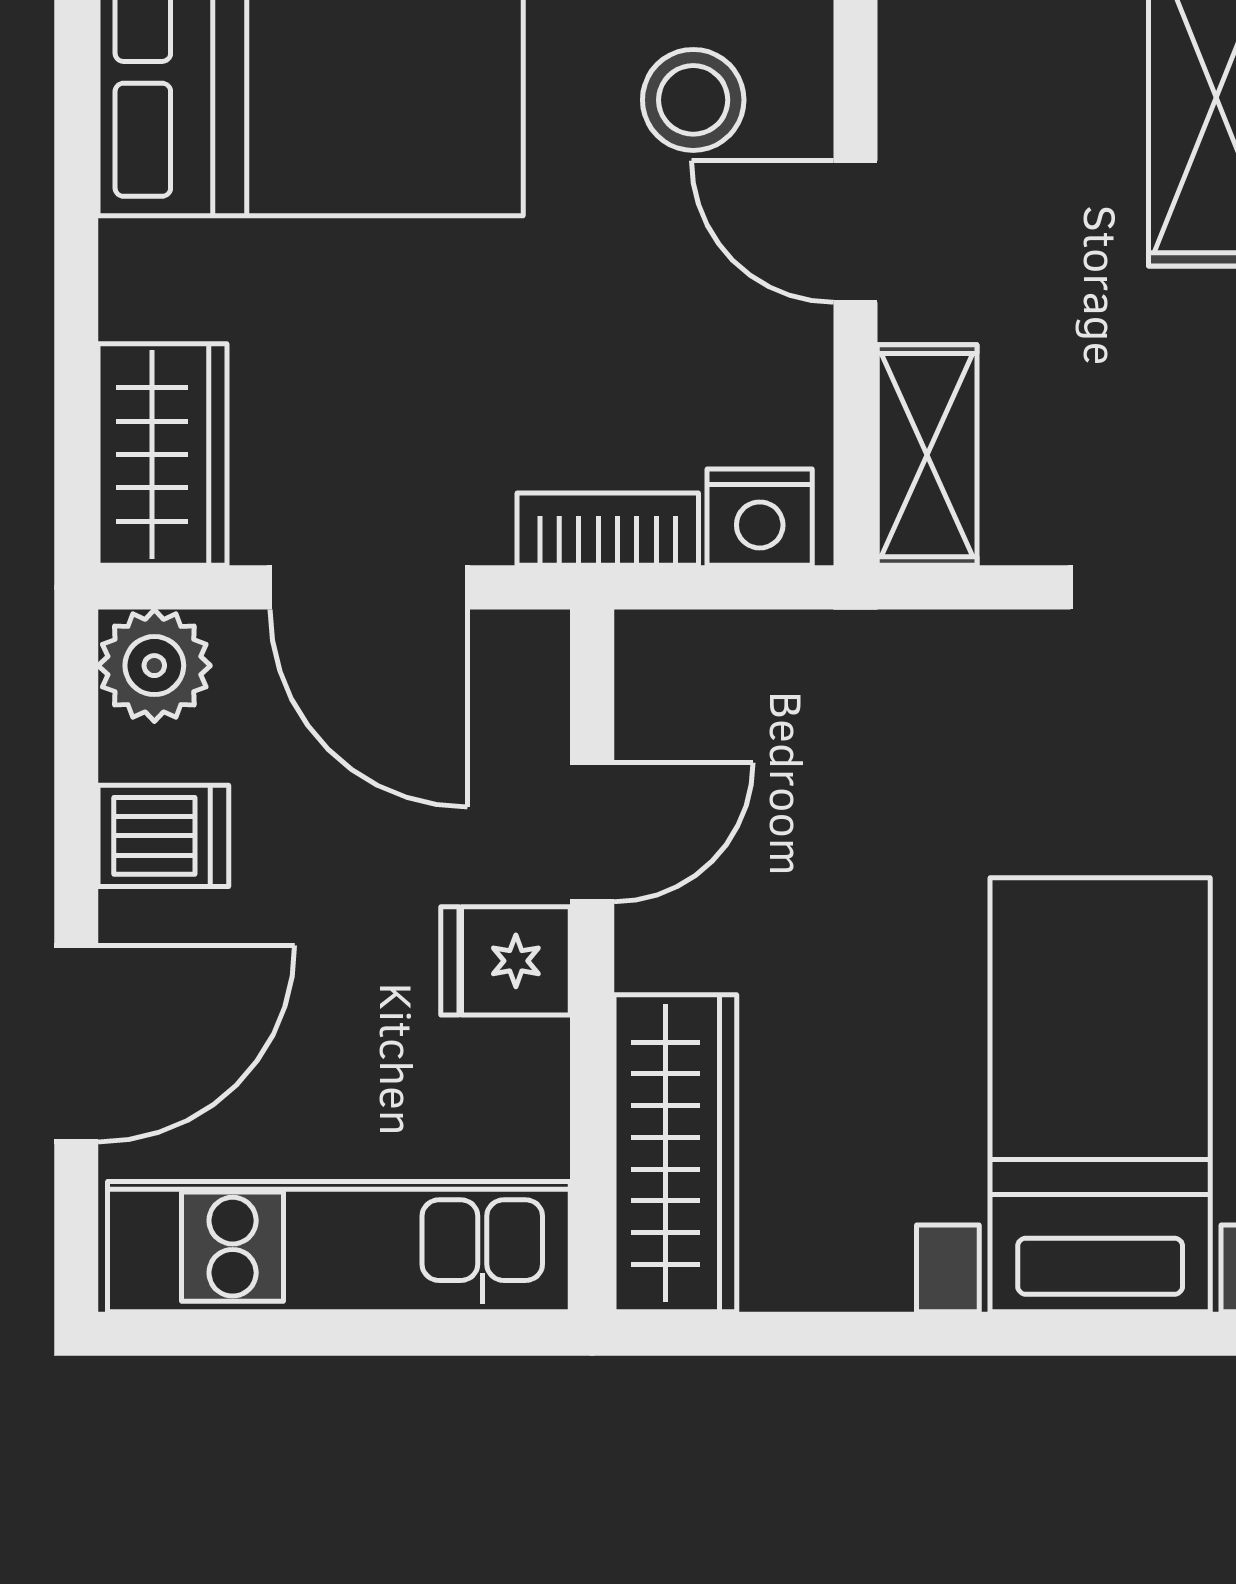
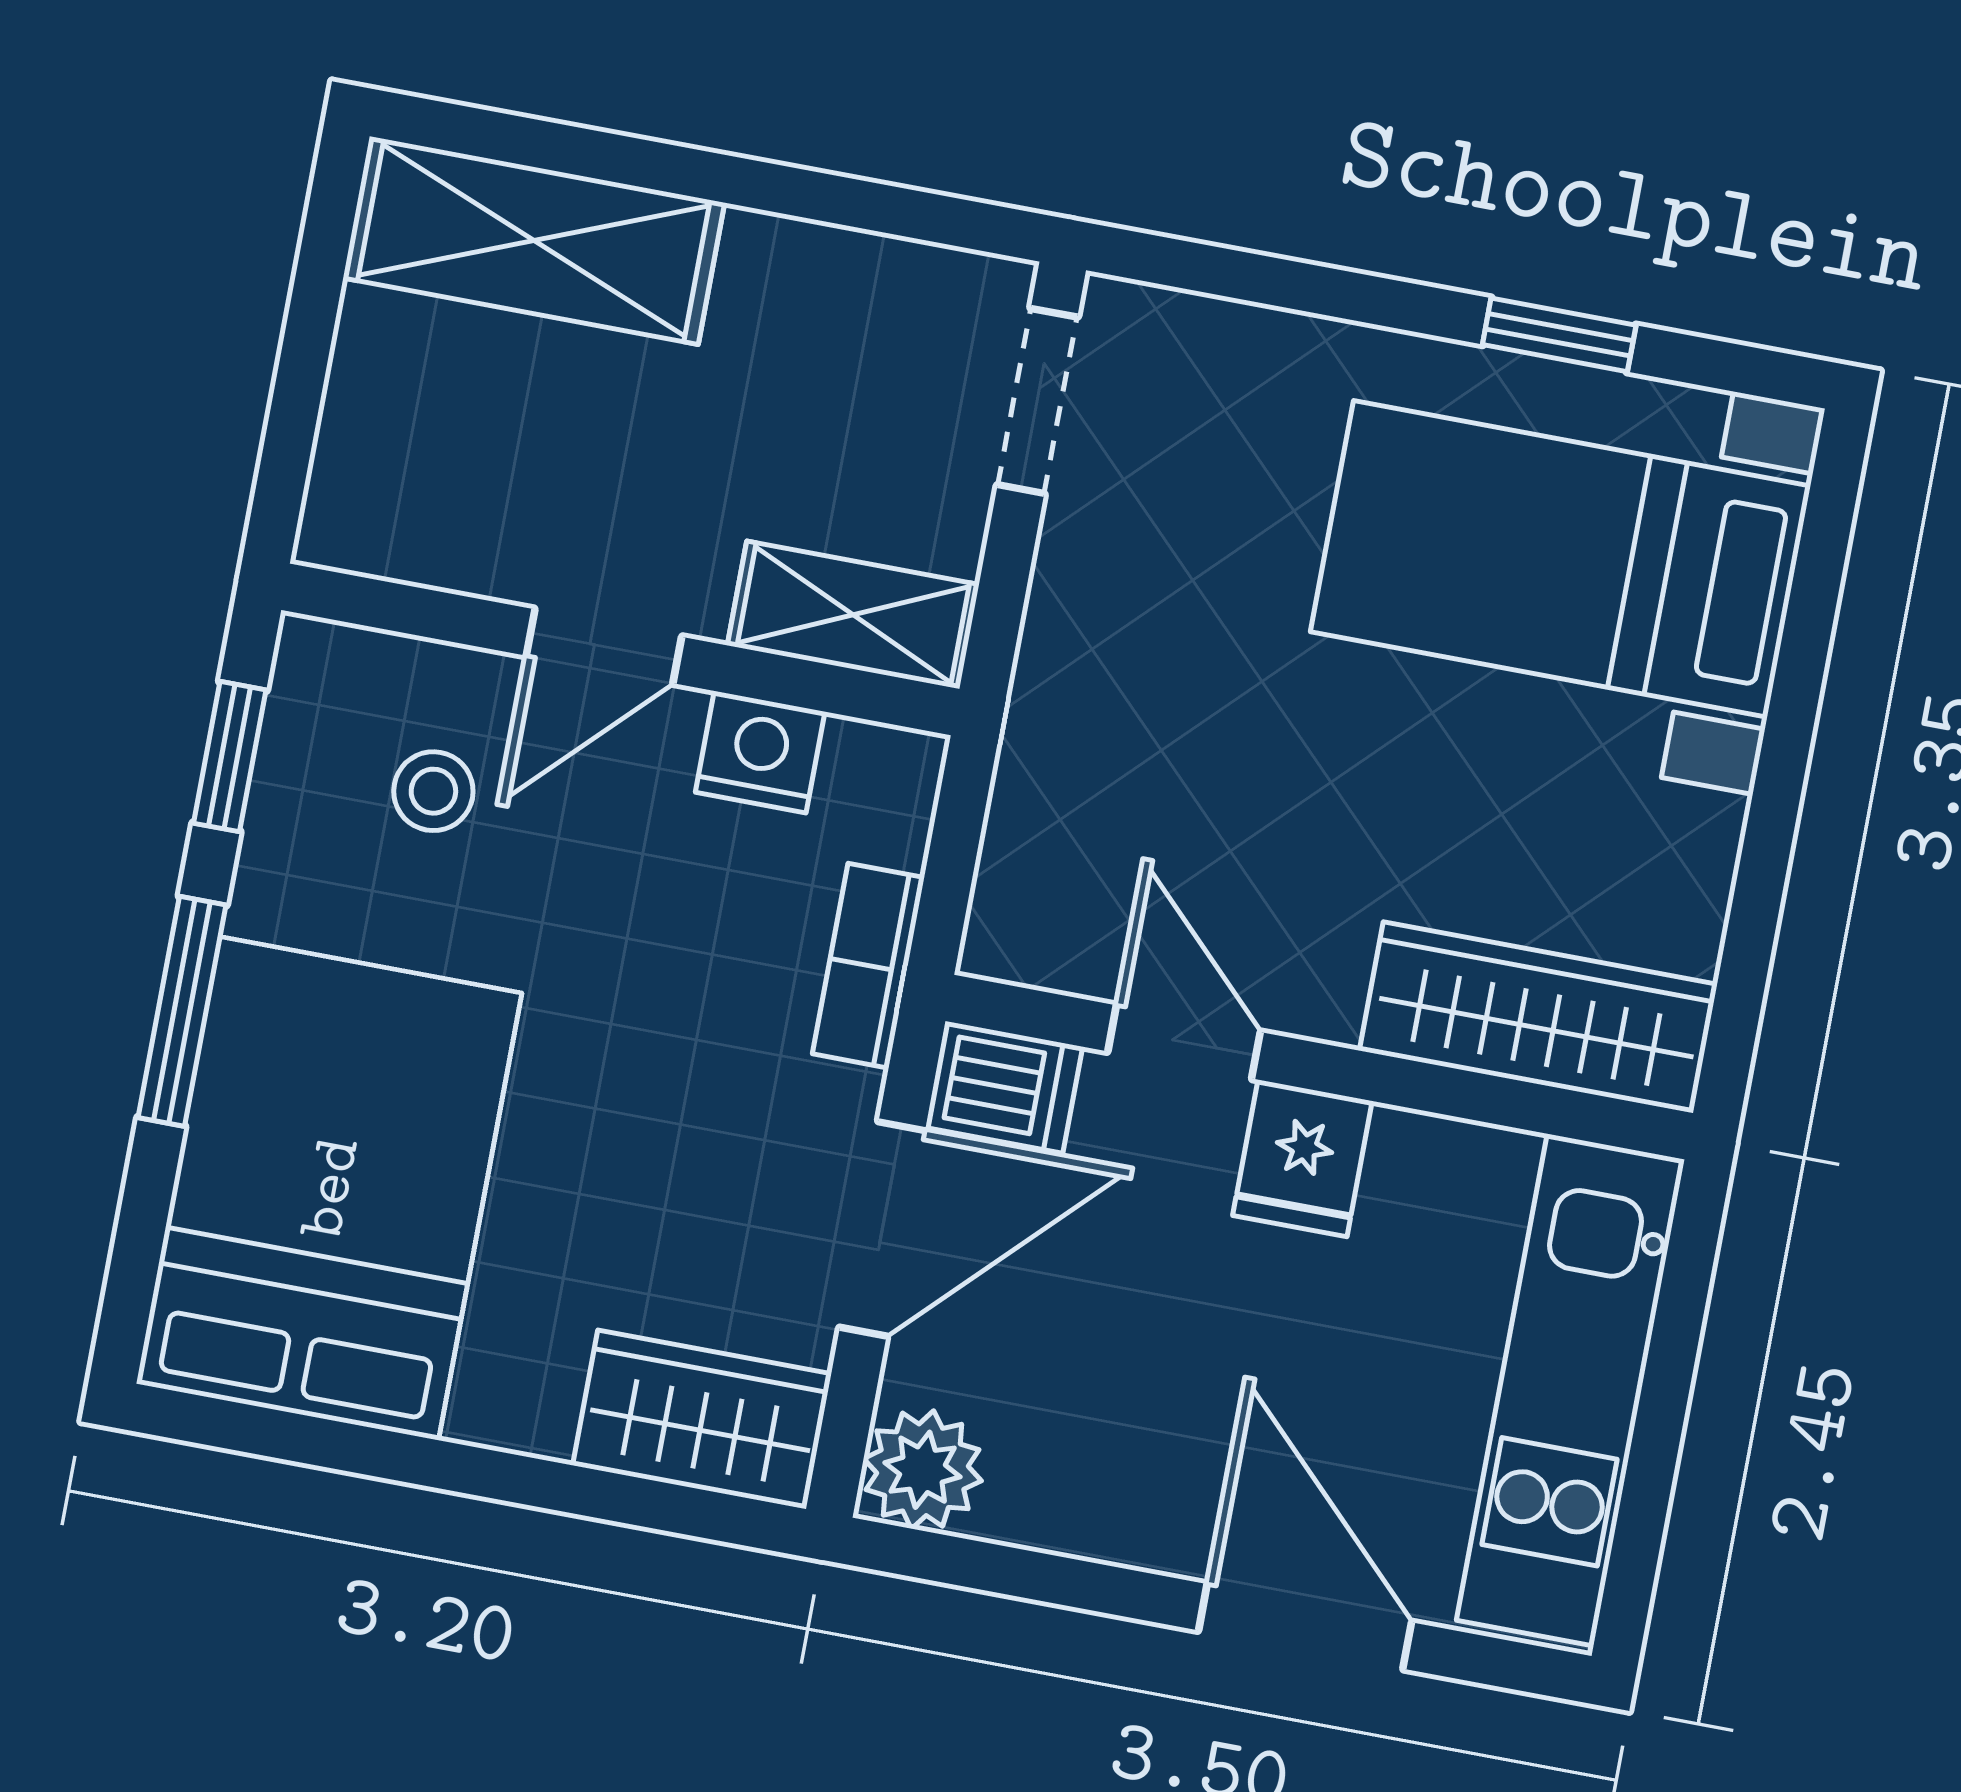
stool: (693, 100) -> (433, 791), width x0.73, depth x0.73
nightstand: (760, 517) -> (760, 752), moved, turned -90
dishwasher: (163, 836) -> (1004, 1087), moved, turned 90

